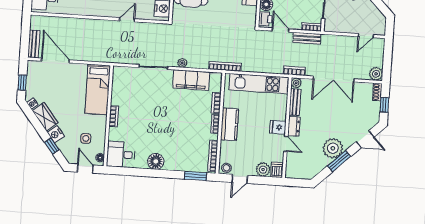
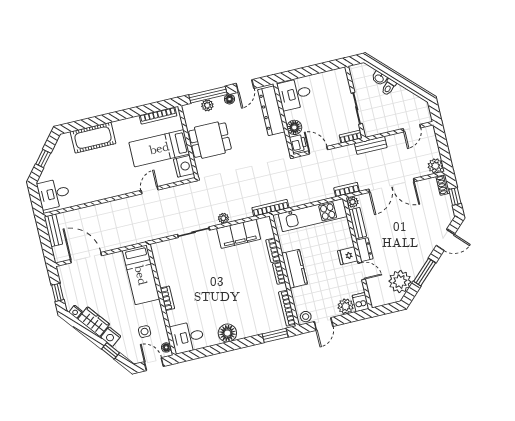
bench: (307, 38) -> (371, 145), moved
bench: (34, 44) -> (53, 230), moved
plant: (333, 148) -> (400, 282), moved

